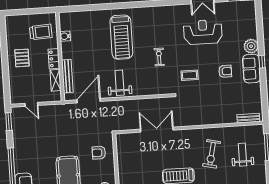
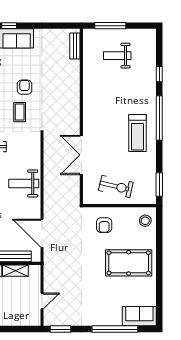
armchair: (225, 71) -> (25, 87), moved
weight bench: (120, 83) -> (24, 183), moved
exercise bike: (212, 154) -> (116, 186), moved

